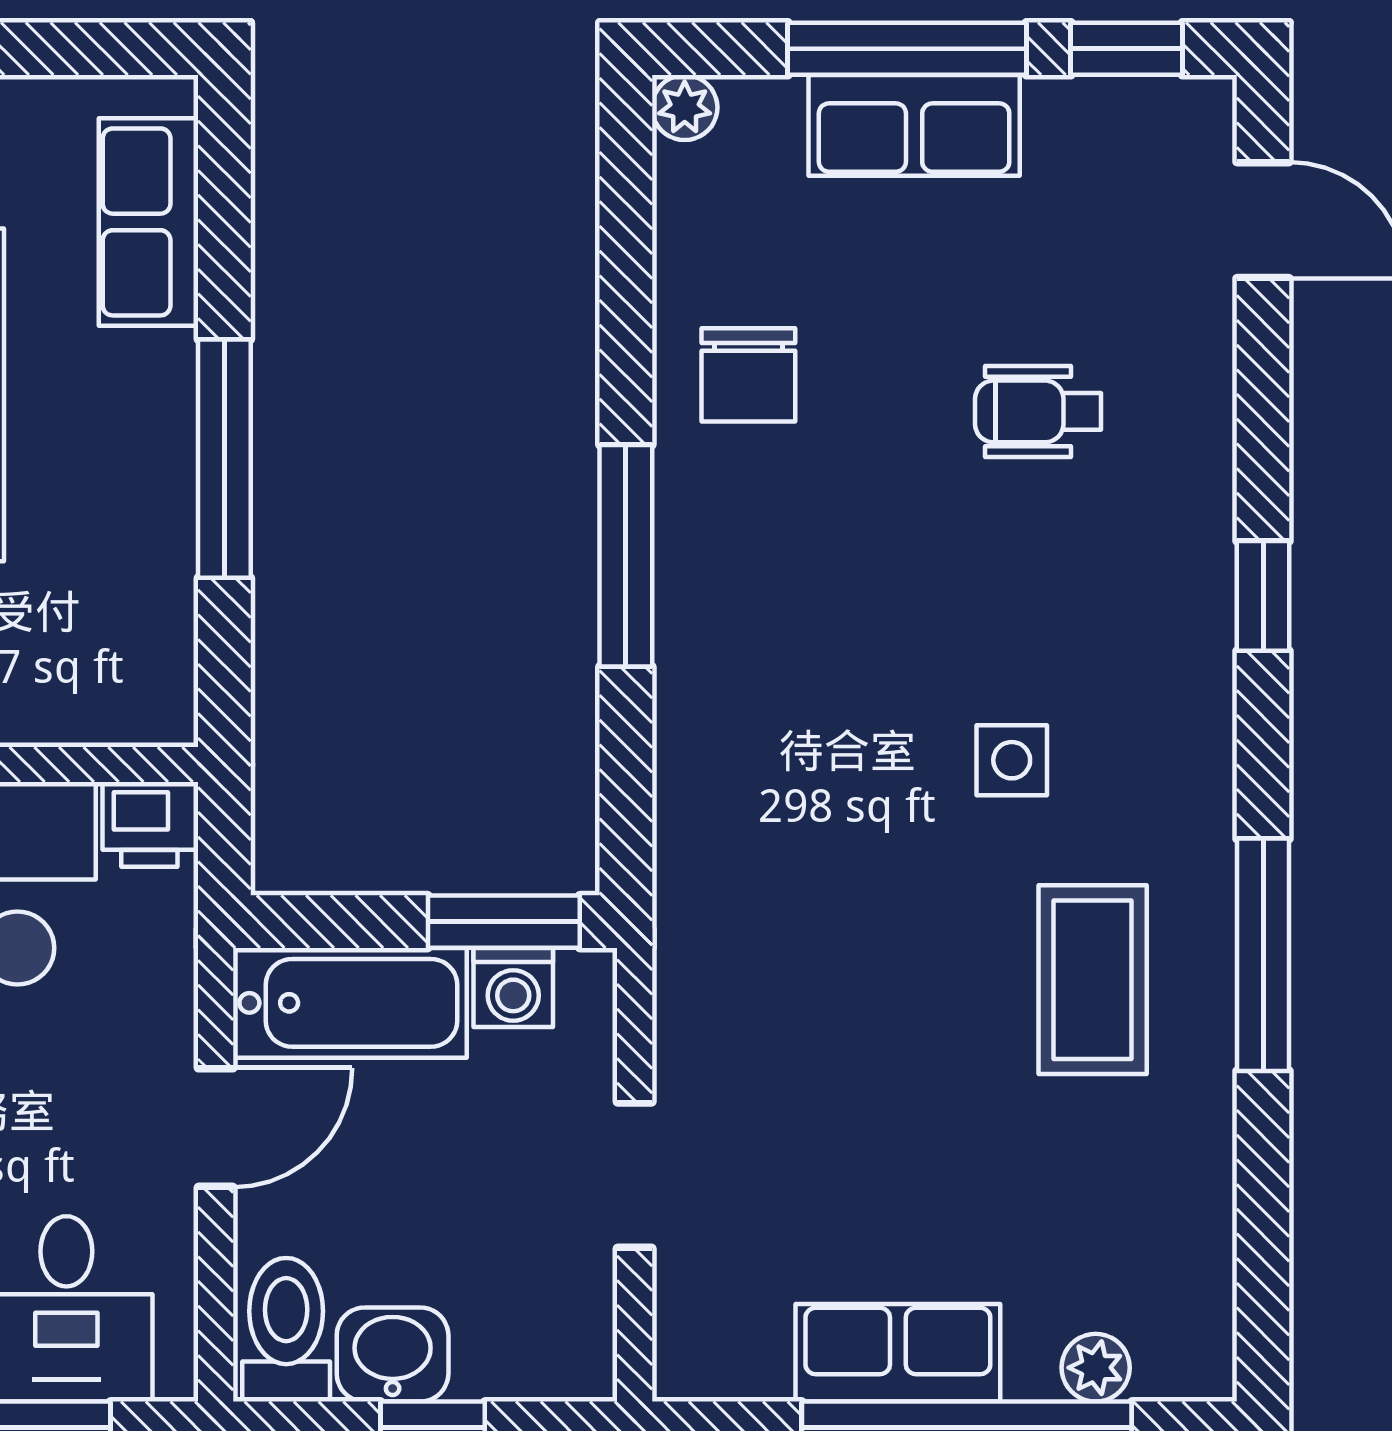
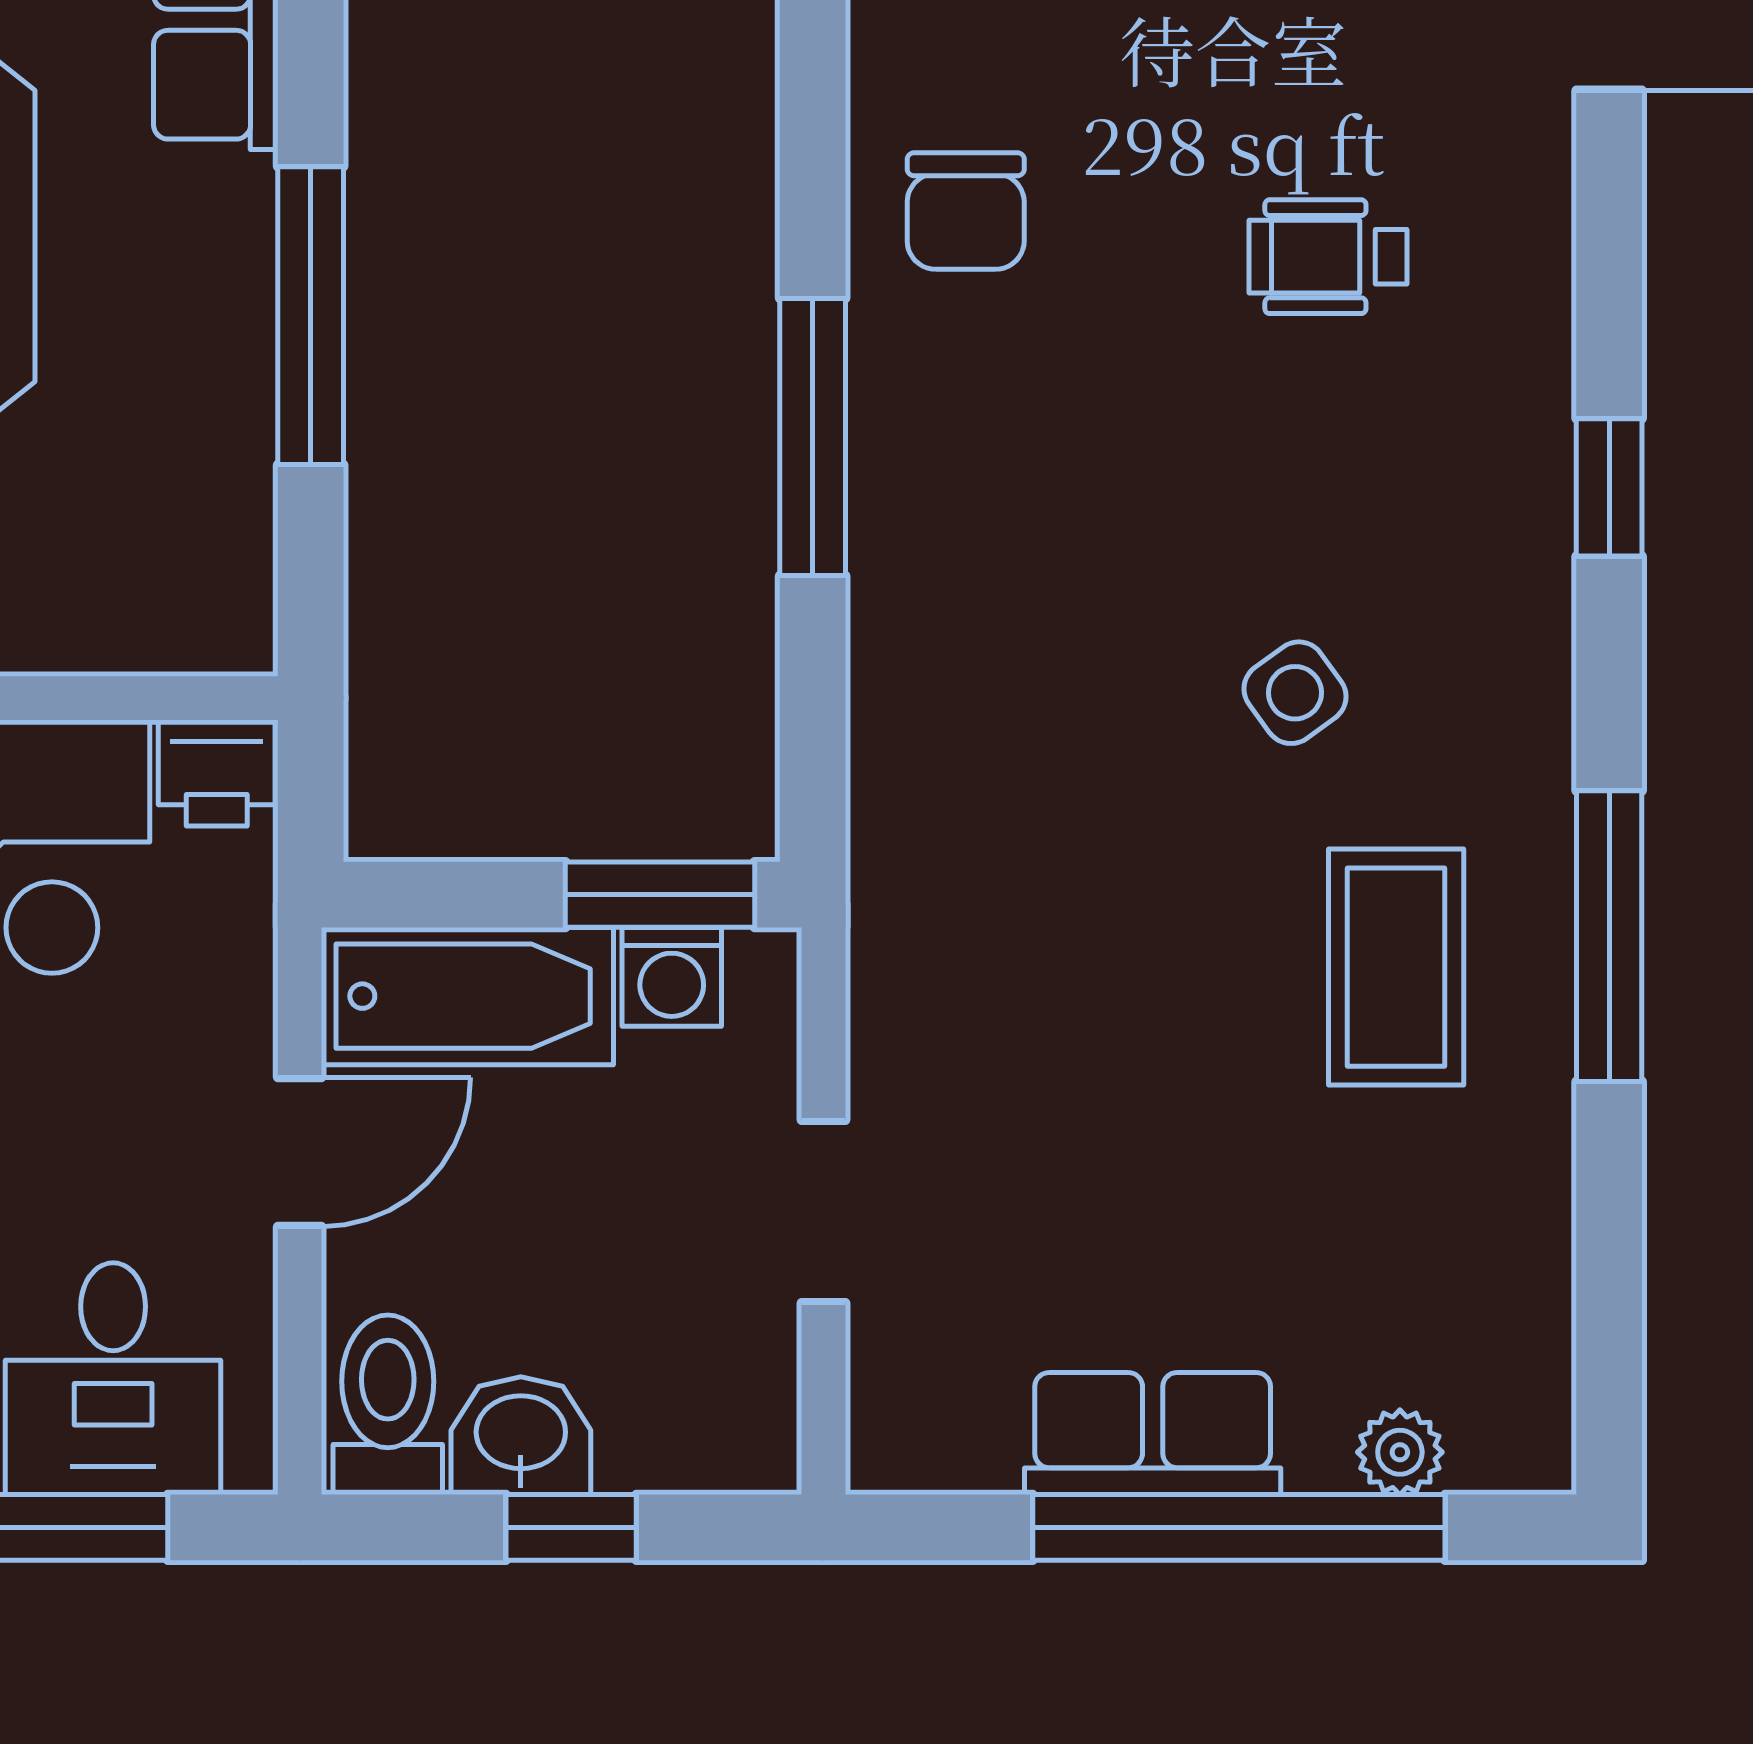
side table: (1012, 760) -> (1295, 693), turned -36

